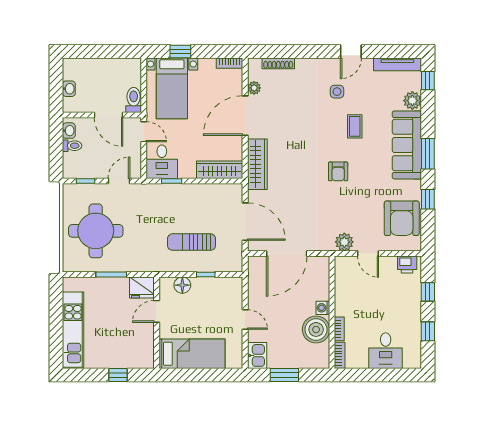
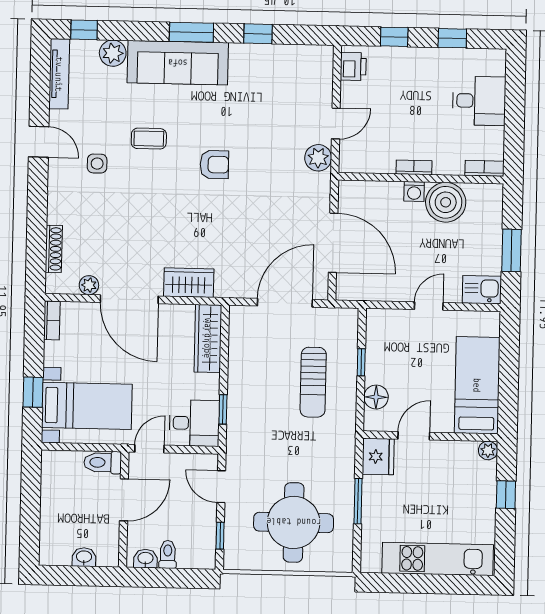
wardrobe: (257, 164) -> (189, 283), width x0.67
armchair: (402, 218) -> (285, 73), removed
door: (157, 311) -> (414, 436), swing flipped
bookcase: (339, 329) -> (414, 167), moved
plant: (148, 362) -> (488, 450), added

